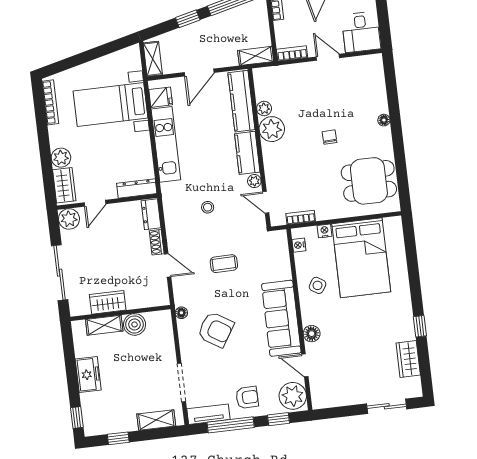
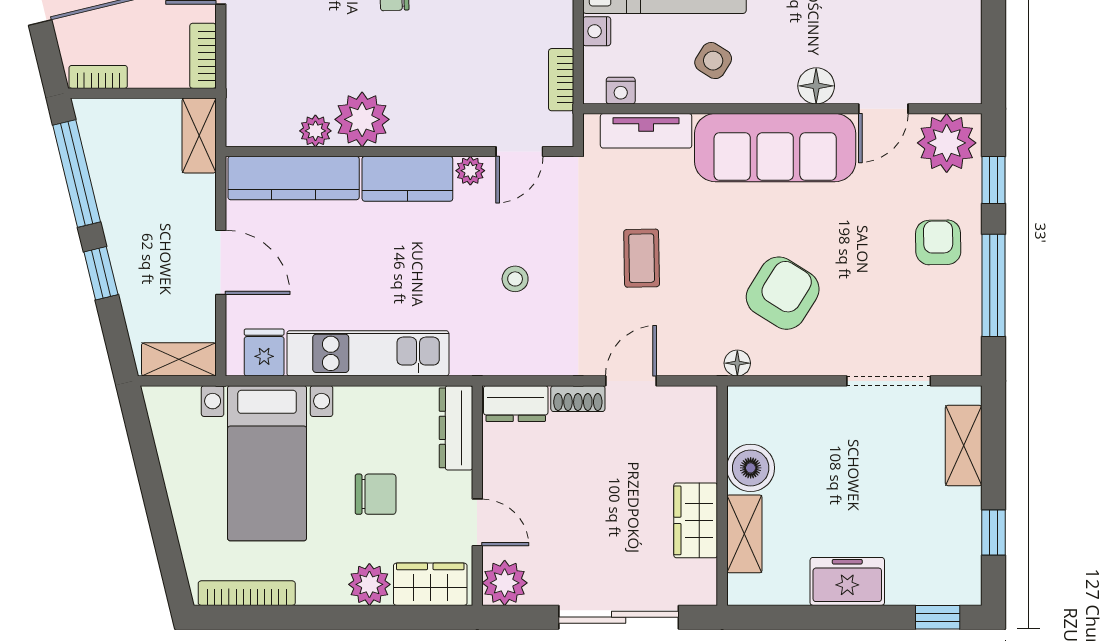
chair: (102, 156) -> (376, 494), added
tv unit: (208, 414) -> (646, 131), moved, turned -90

